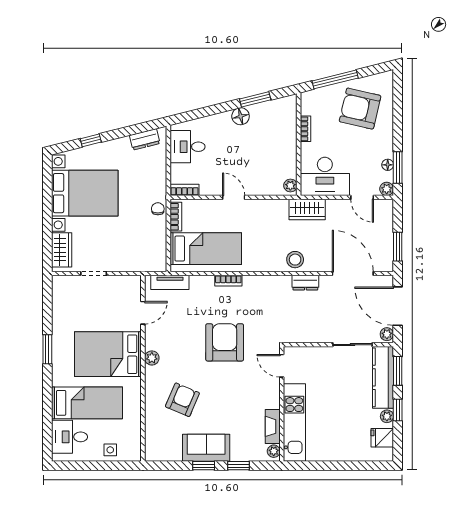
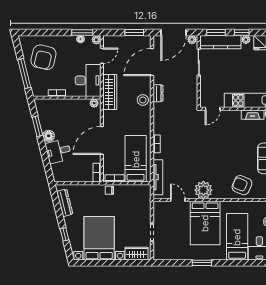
dresser: (145, 139) -> (65, 203), width x1.44
desk: (187, 147) -> (58, 151), moved, turned 76
door: (234, 197) -> (102, 140), width x1.88
wardrobe: (307, 209) -> (110, 92), width x1.50
tv unit: (170, 282) -> (158, 177), width x1.41
armchair: (225, 342) -> (197, 146), removed
plant: (152, 358) -> (203, 190), width x1.88, depth x1.88
armchair: (182, 400) -> (242, 185), moved

